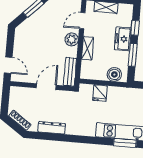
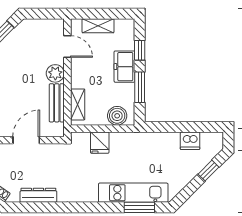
door: (82, 21) -> (67, 47), swing flipped
shelving: (88, 48) -> (78, 104), moved
bench: (70, 72) -> (57, 103), moved

